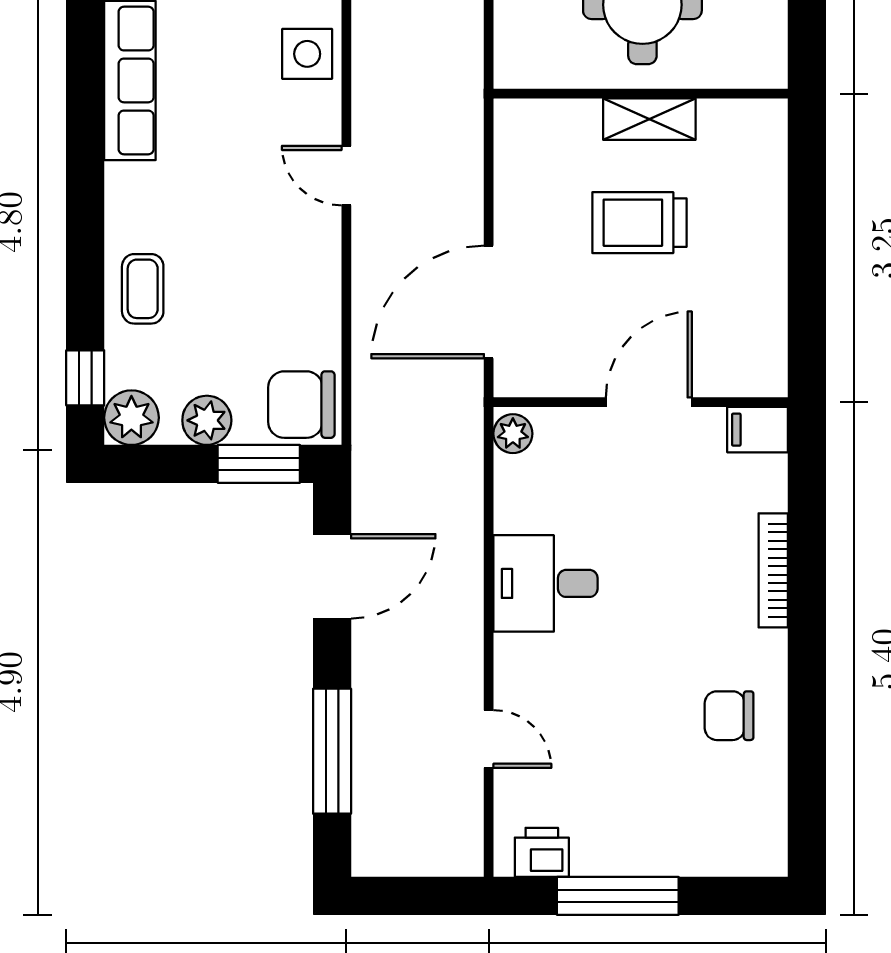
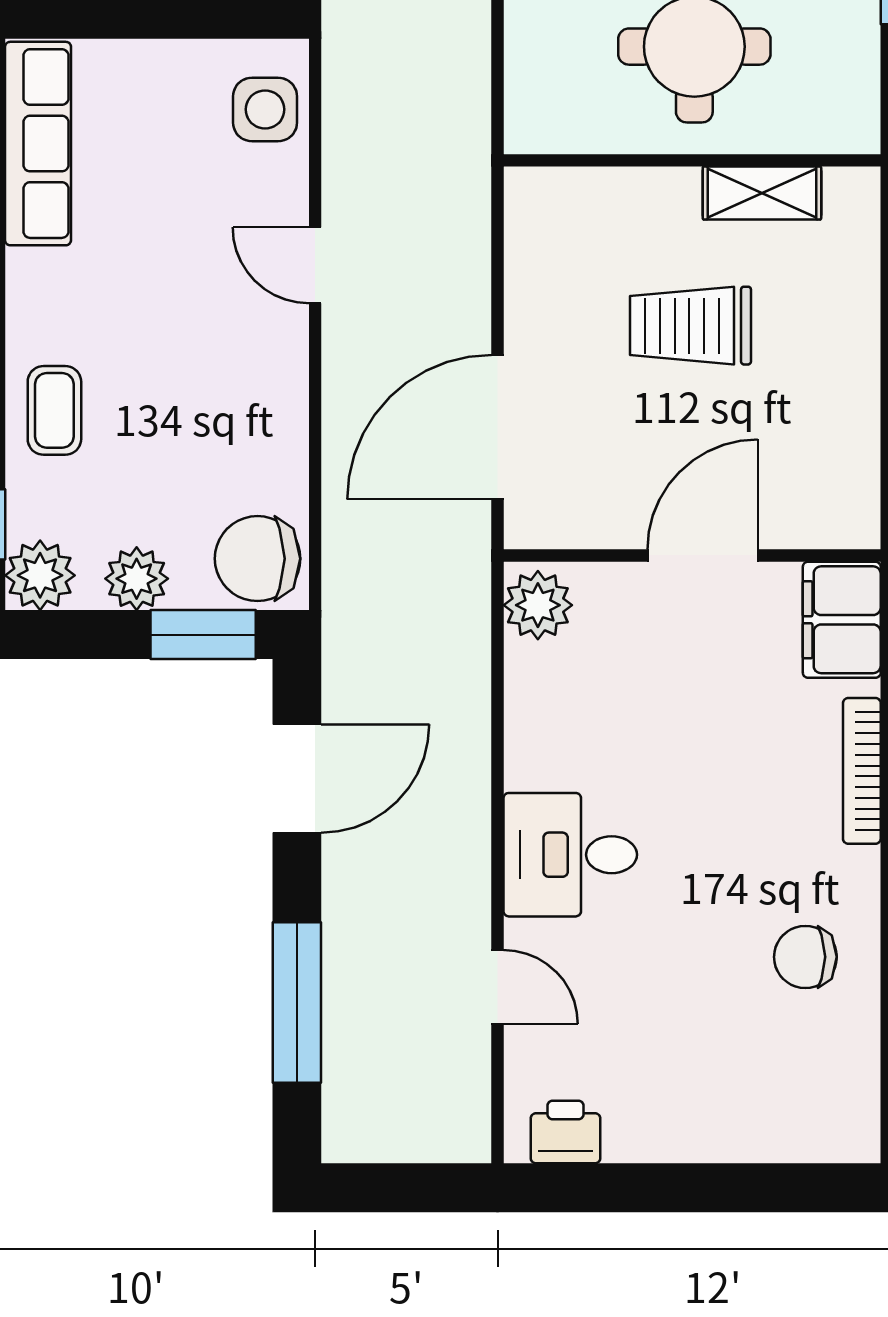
shelving: (649, 119) -> (762, 193), moved
filing cabinet: (757, 430) -> (842, 620), width x2.00
plant: (513, 434) -> (538, 605), width x1.38, depth x1.38
desk: (545, 583) -> (570, 855), moved
window: (618, 896) -> (663, 1188), removed

